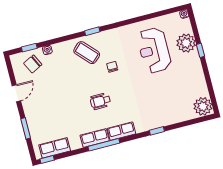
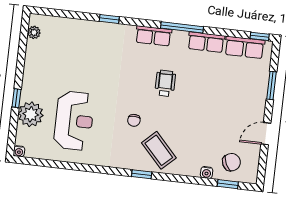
wheelchair: (100, 101) -> (165, 83), turned -90
plant: (203, 106) -> (34, 32), width x0.53, depth x0.53
row of seats: (95, 138) -> (206, 42), moved

